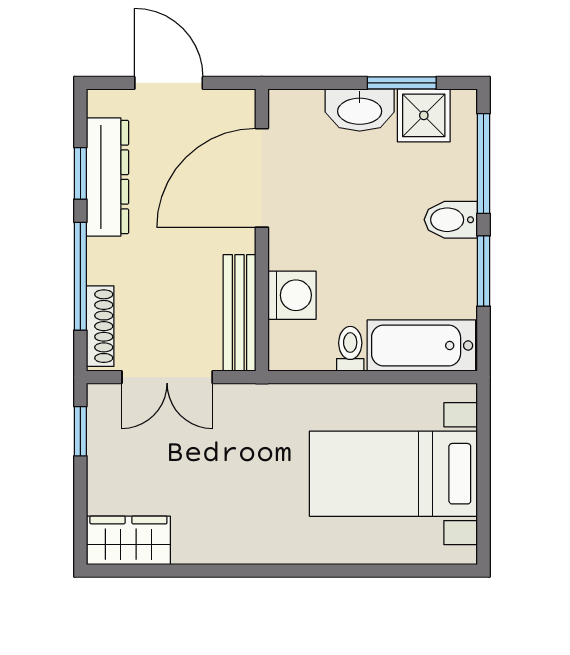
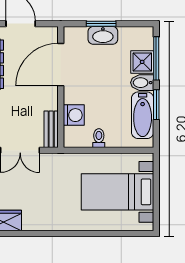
window: (402, 83) -> (101, 24), moved
shower: (424, 115) -> (142, 62), moved
bench: (239, 313) -> (51, 129), width x0.73
bathtub: (421, 346) -> (143, 115), moved, turned -90

